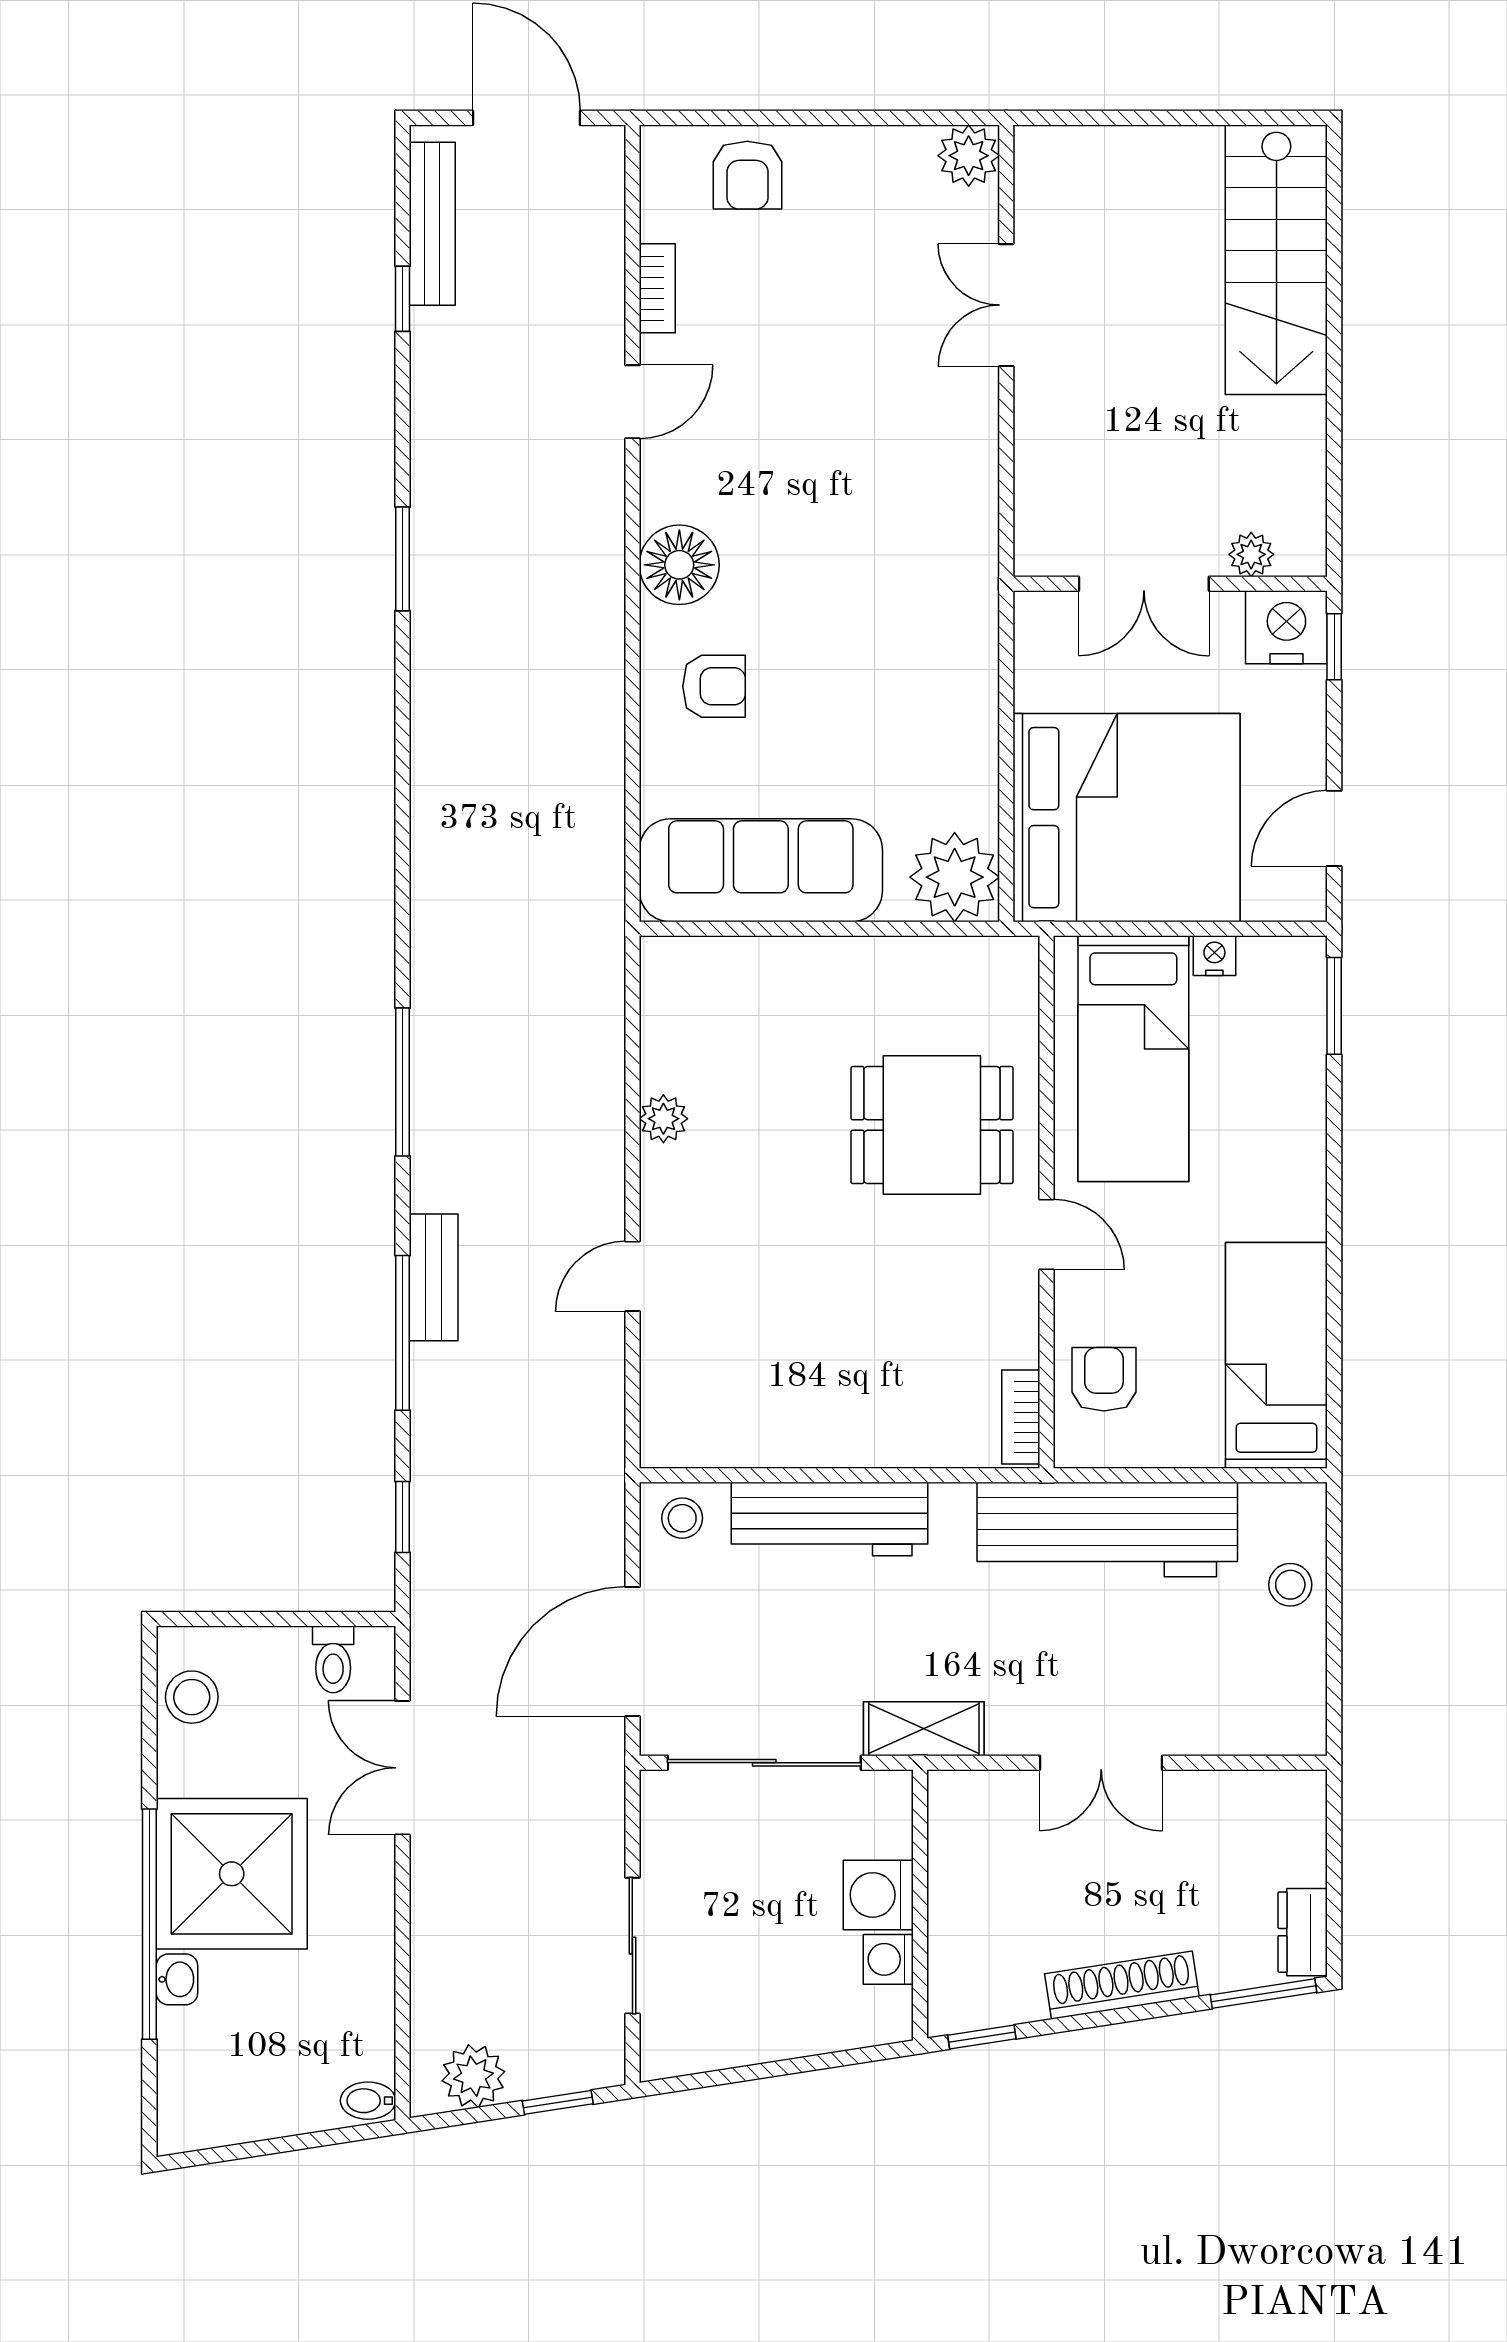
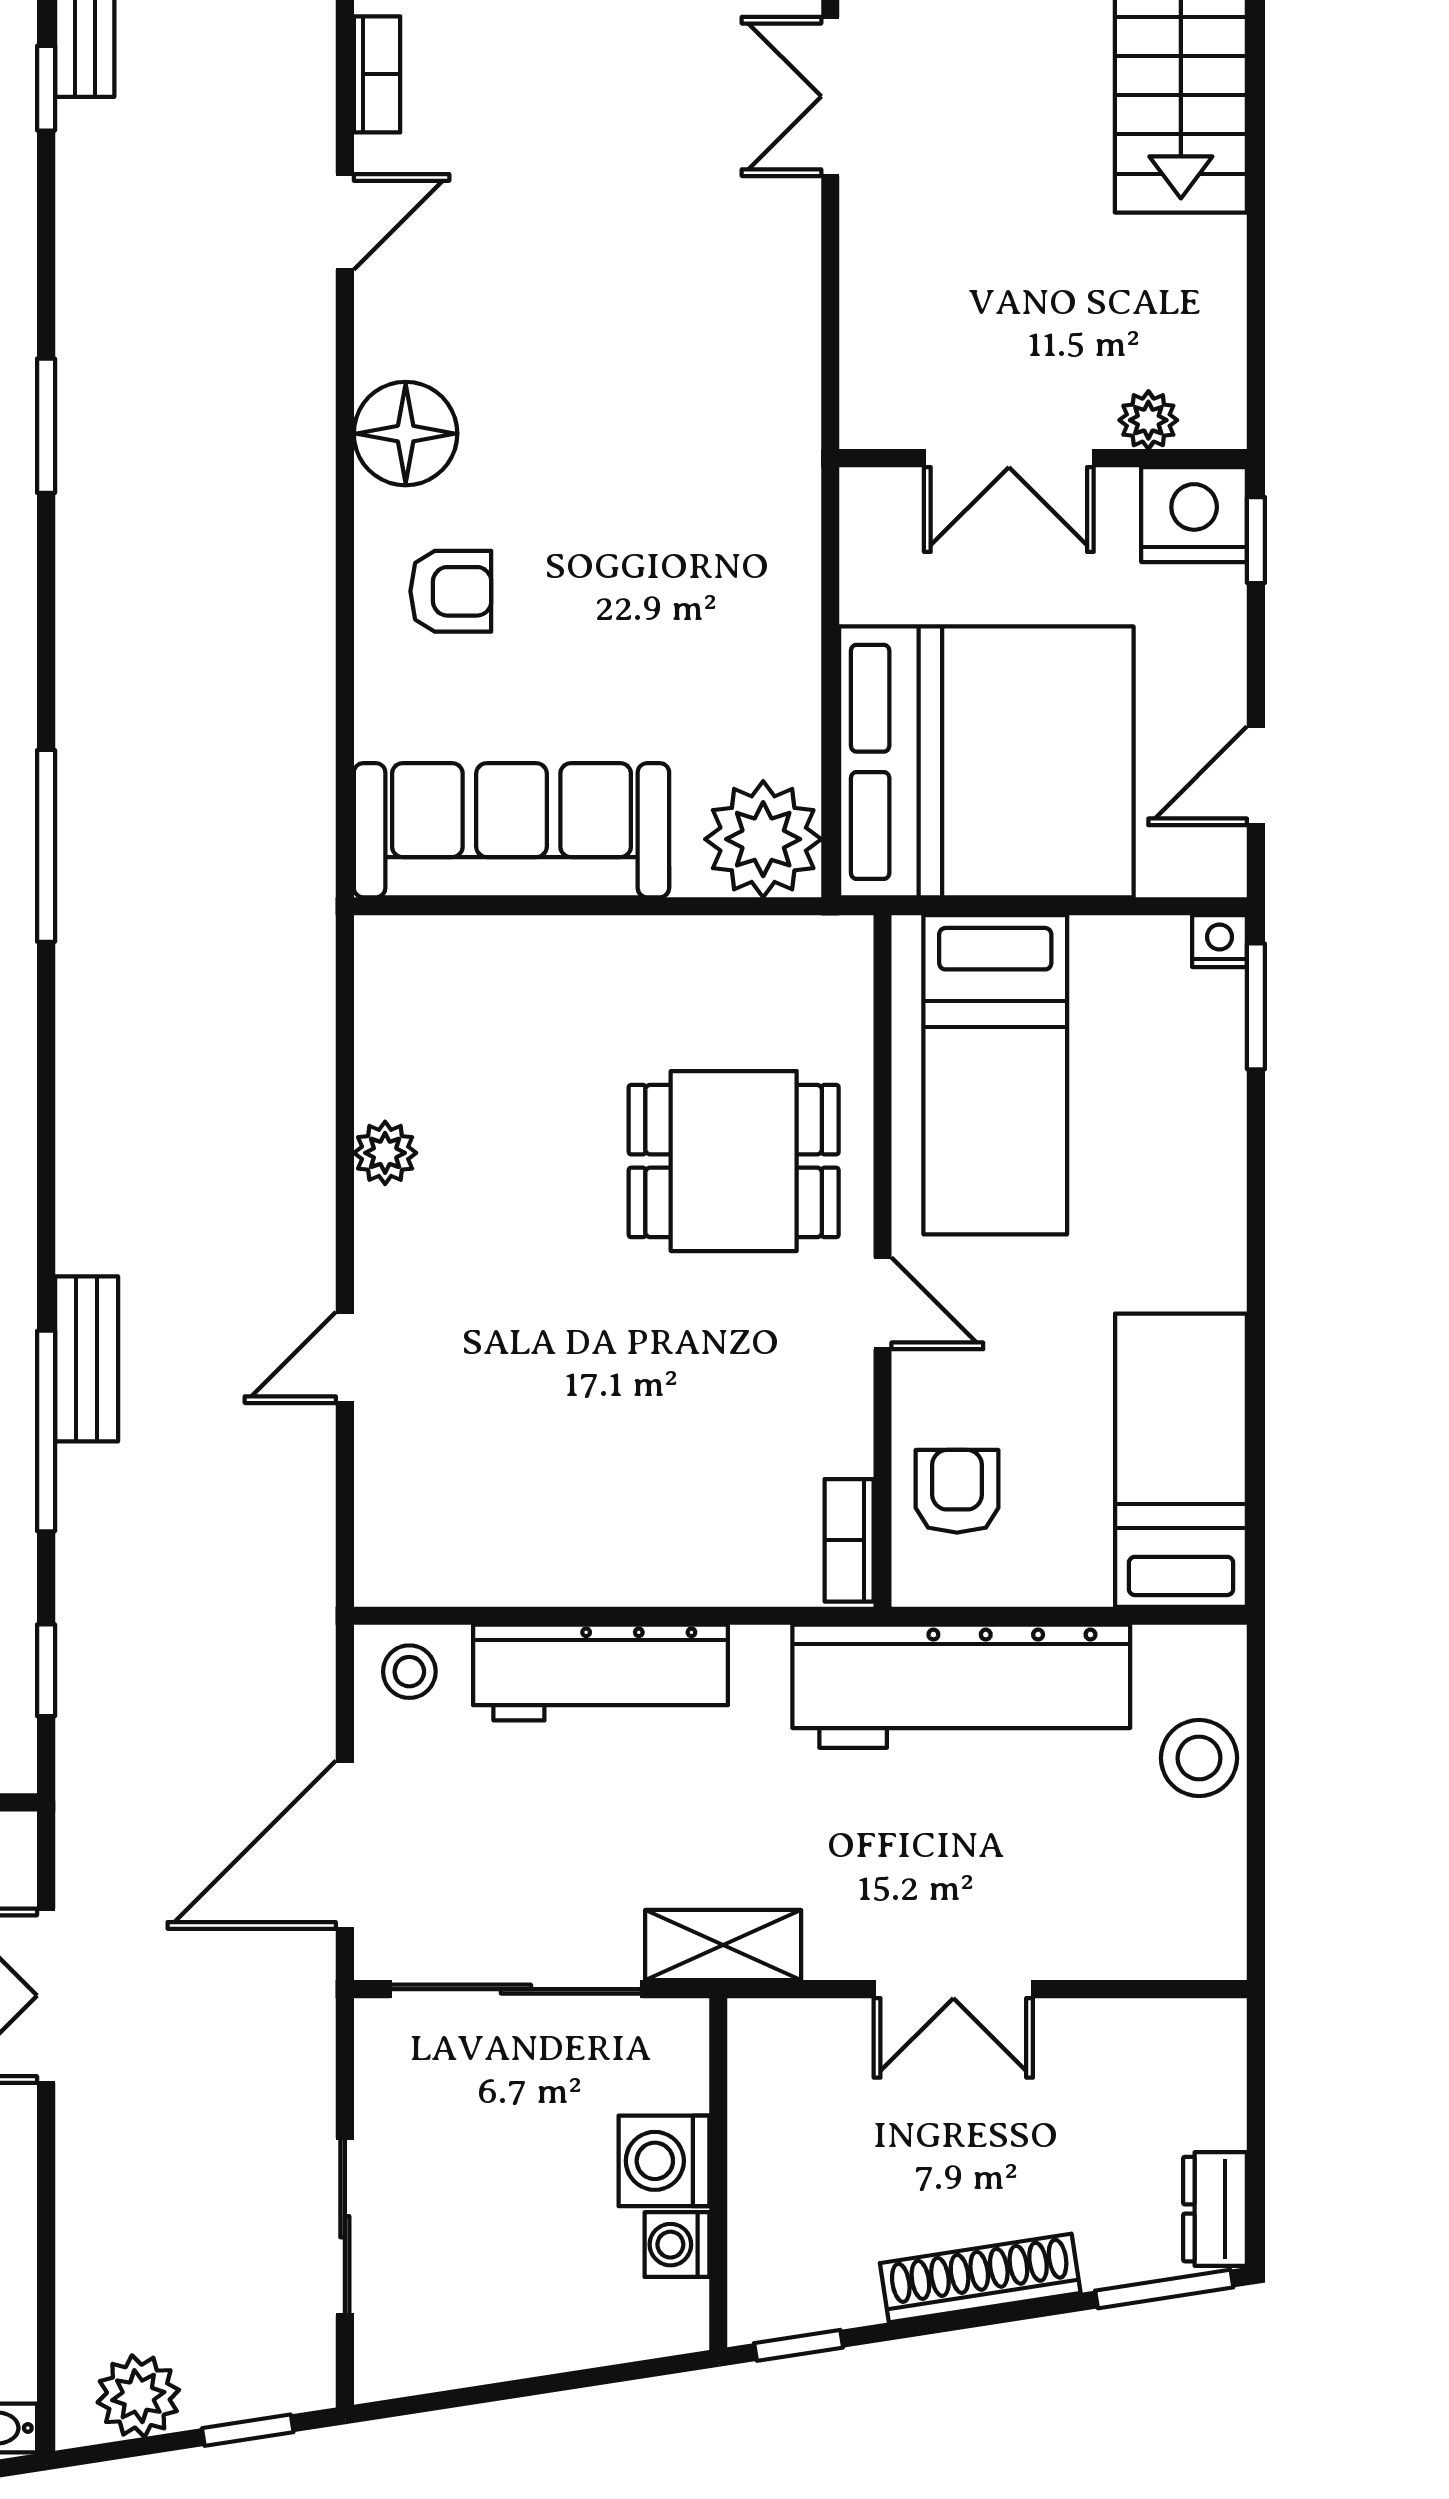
nightstand: (1214, 956) -> (1220, 941), moved
window: (402, 1082) -> (46, 846), moved
stool: (1290, 1585) -> (1199, 1758), width x1.37, depth x1.37

